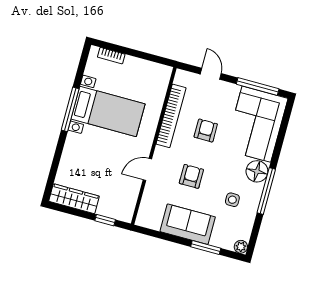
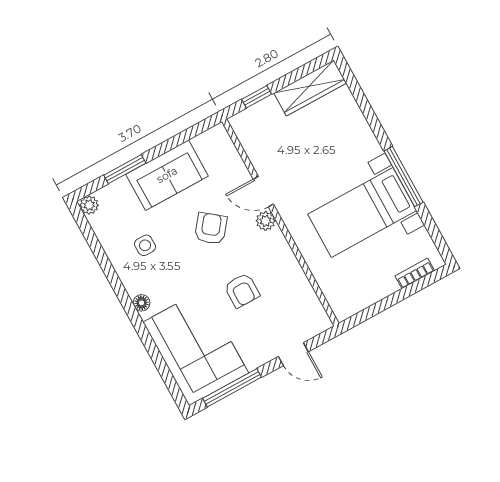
bookcase: (171, 116) -> (292, 271), removed
plant: (160, 154) -> (266, 221), added
door: (147, 169) -> (263, 192), swing flipped
floor lamp: (257, 171) -> (142, 303), width x0.53, depth x0.53
armchair: (191, 176) -> (211, 228), turned -142
window: (266, 191) -> (119, 288), removed

